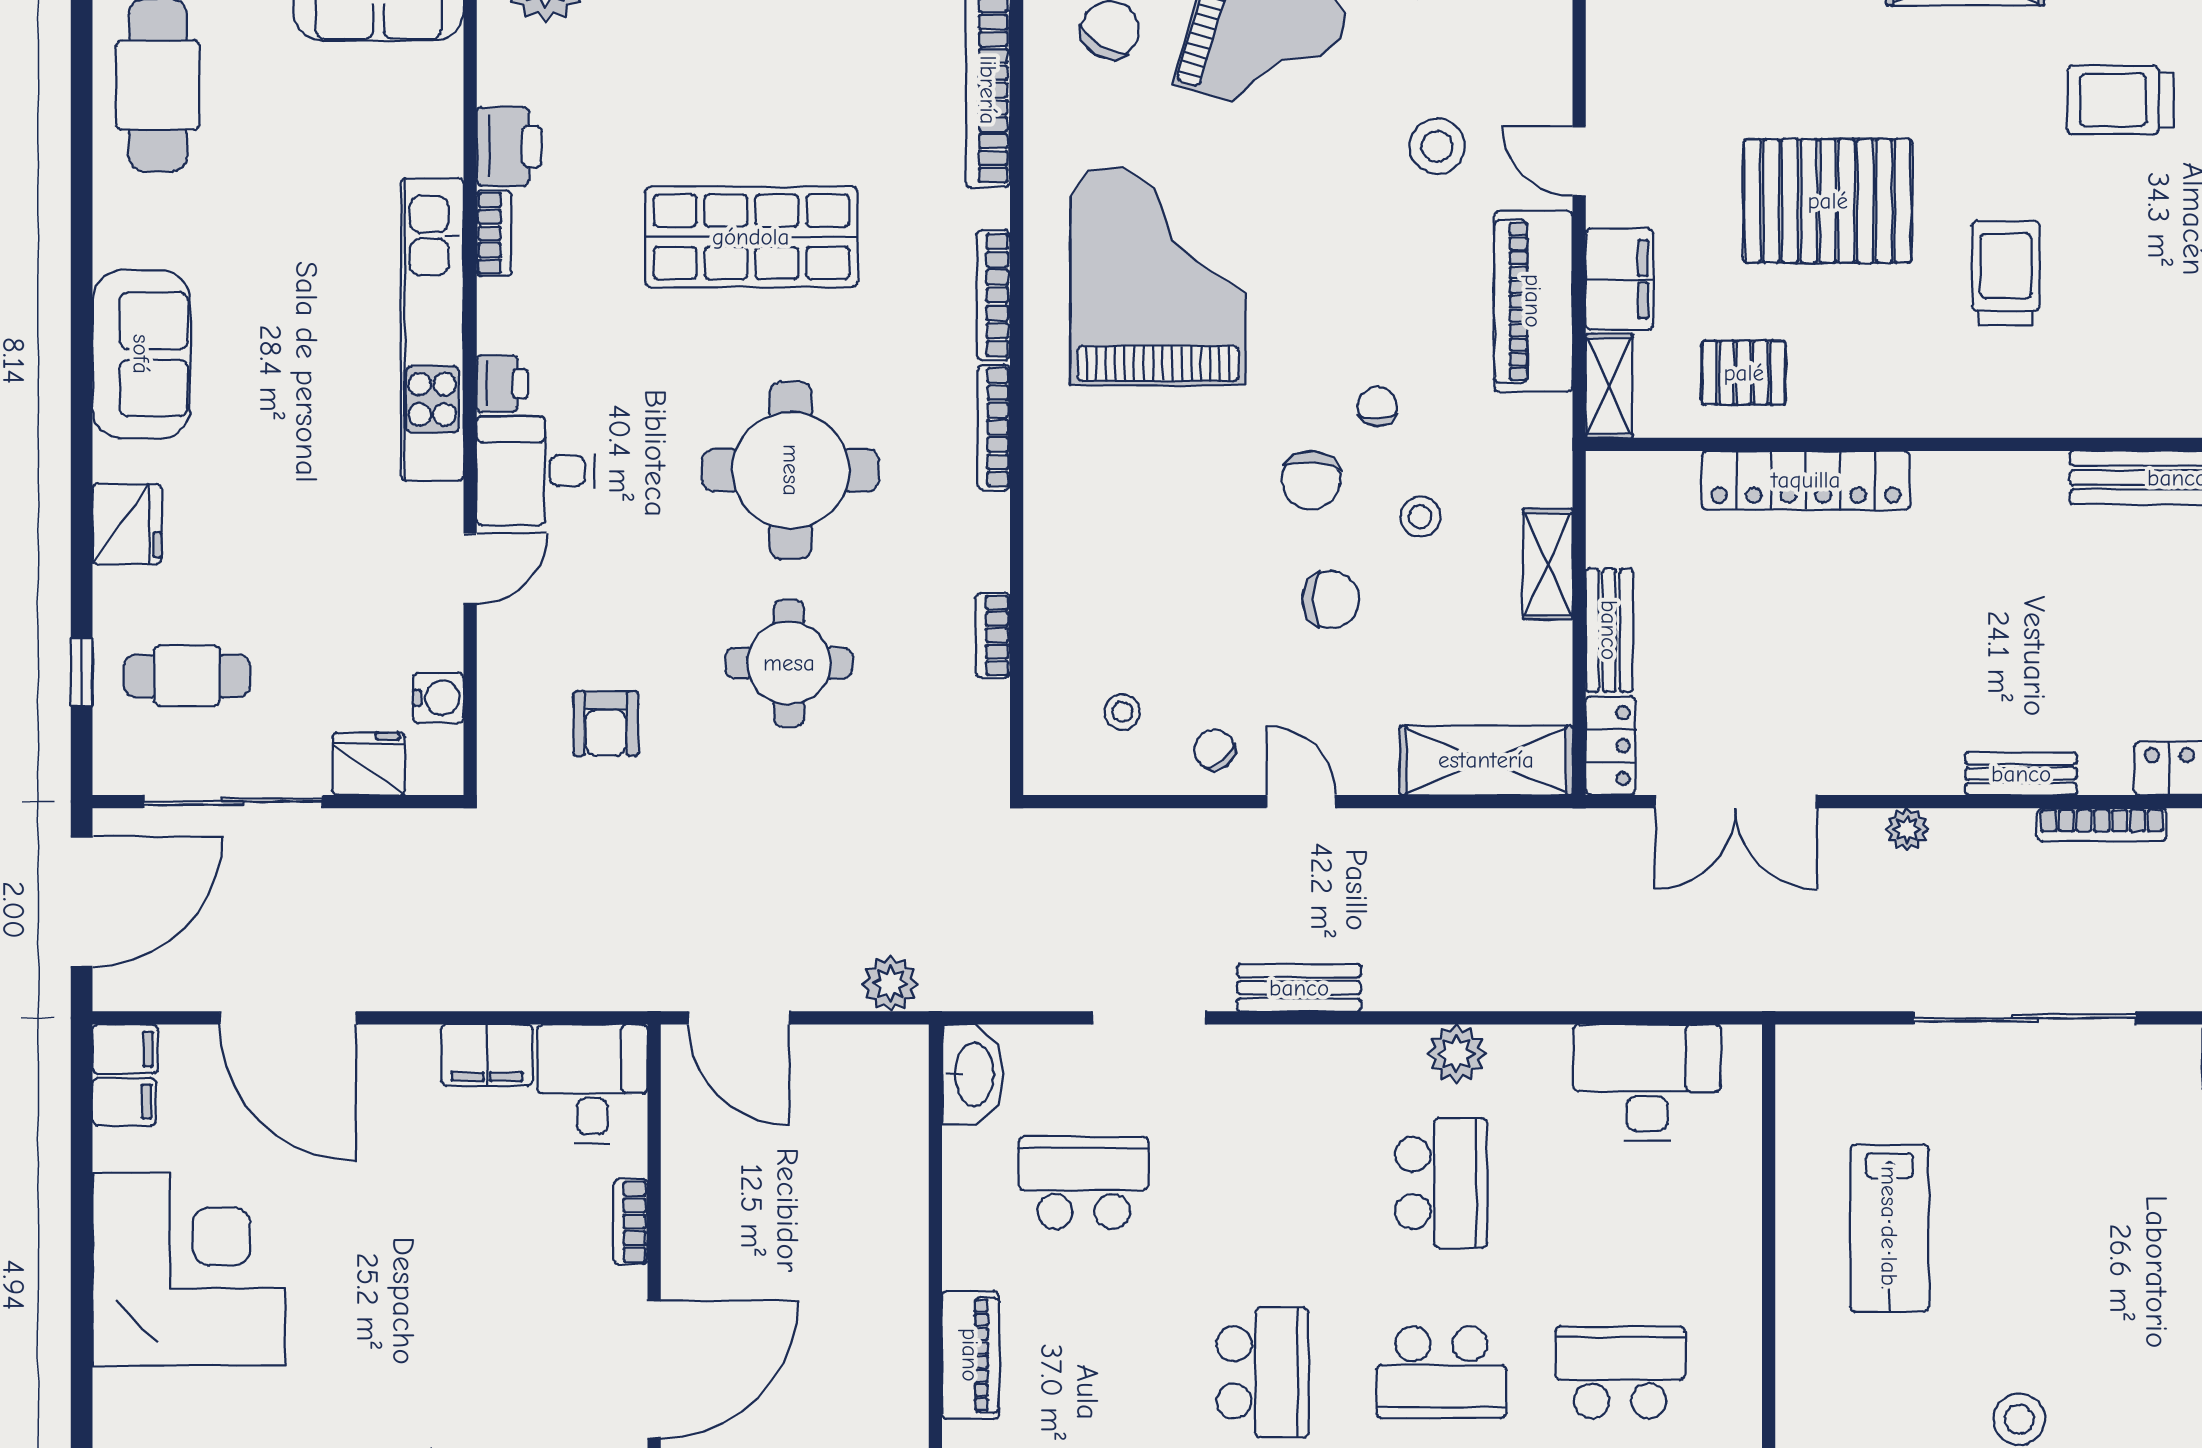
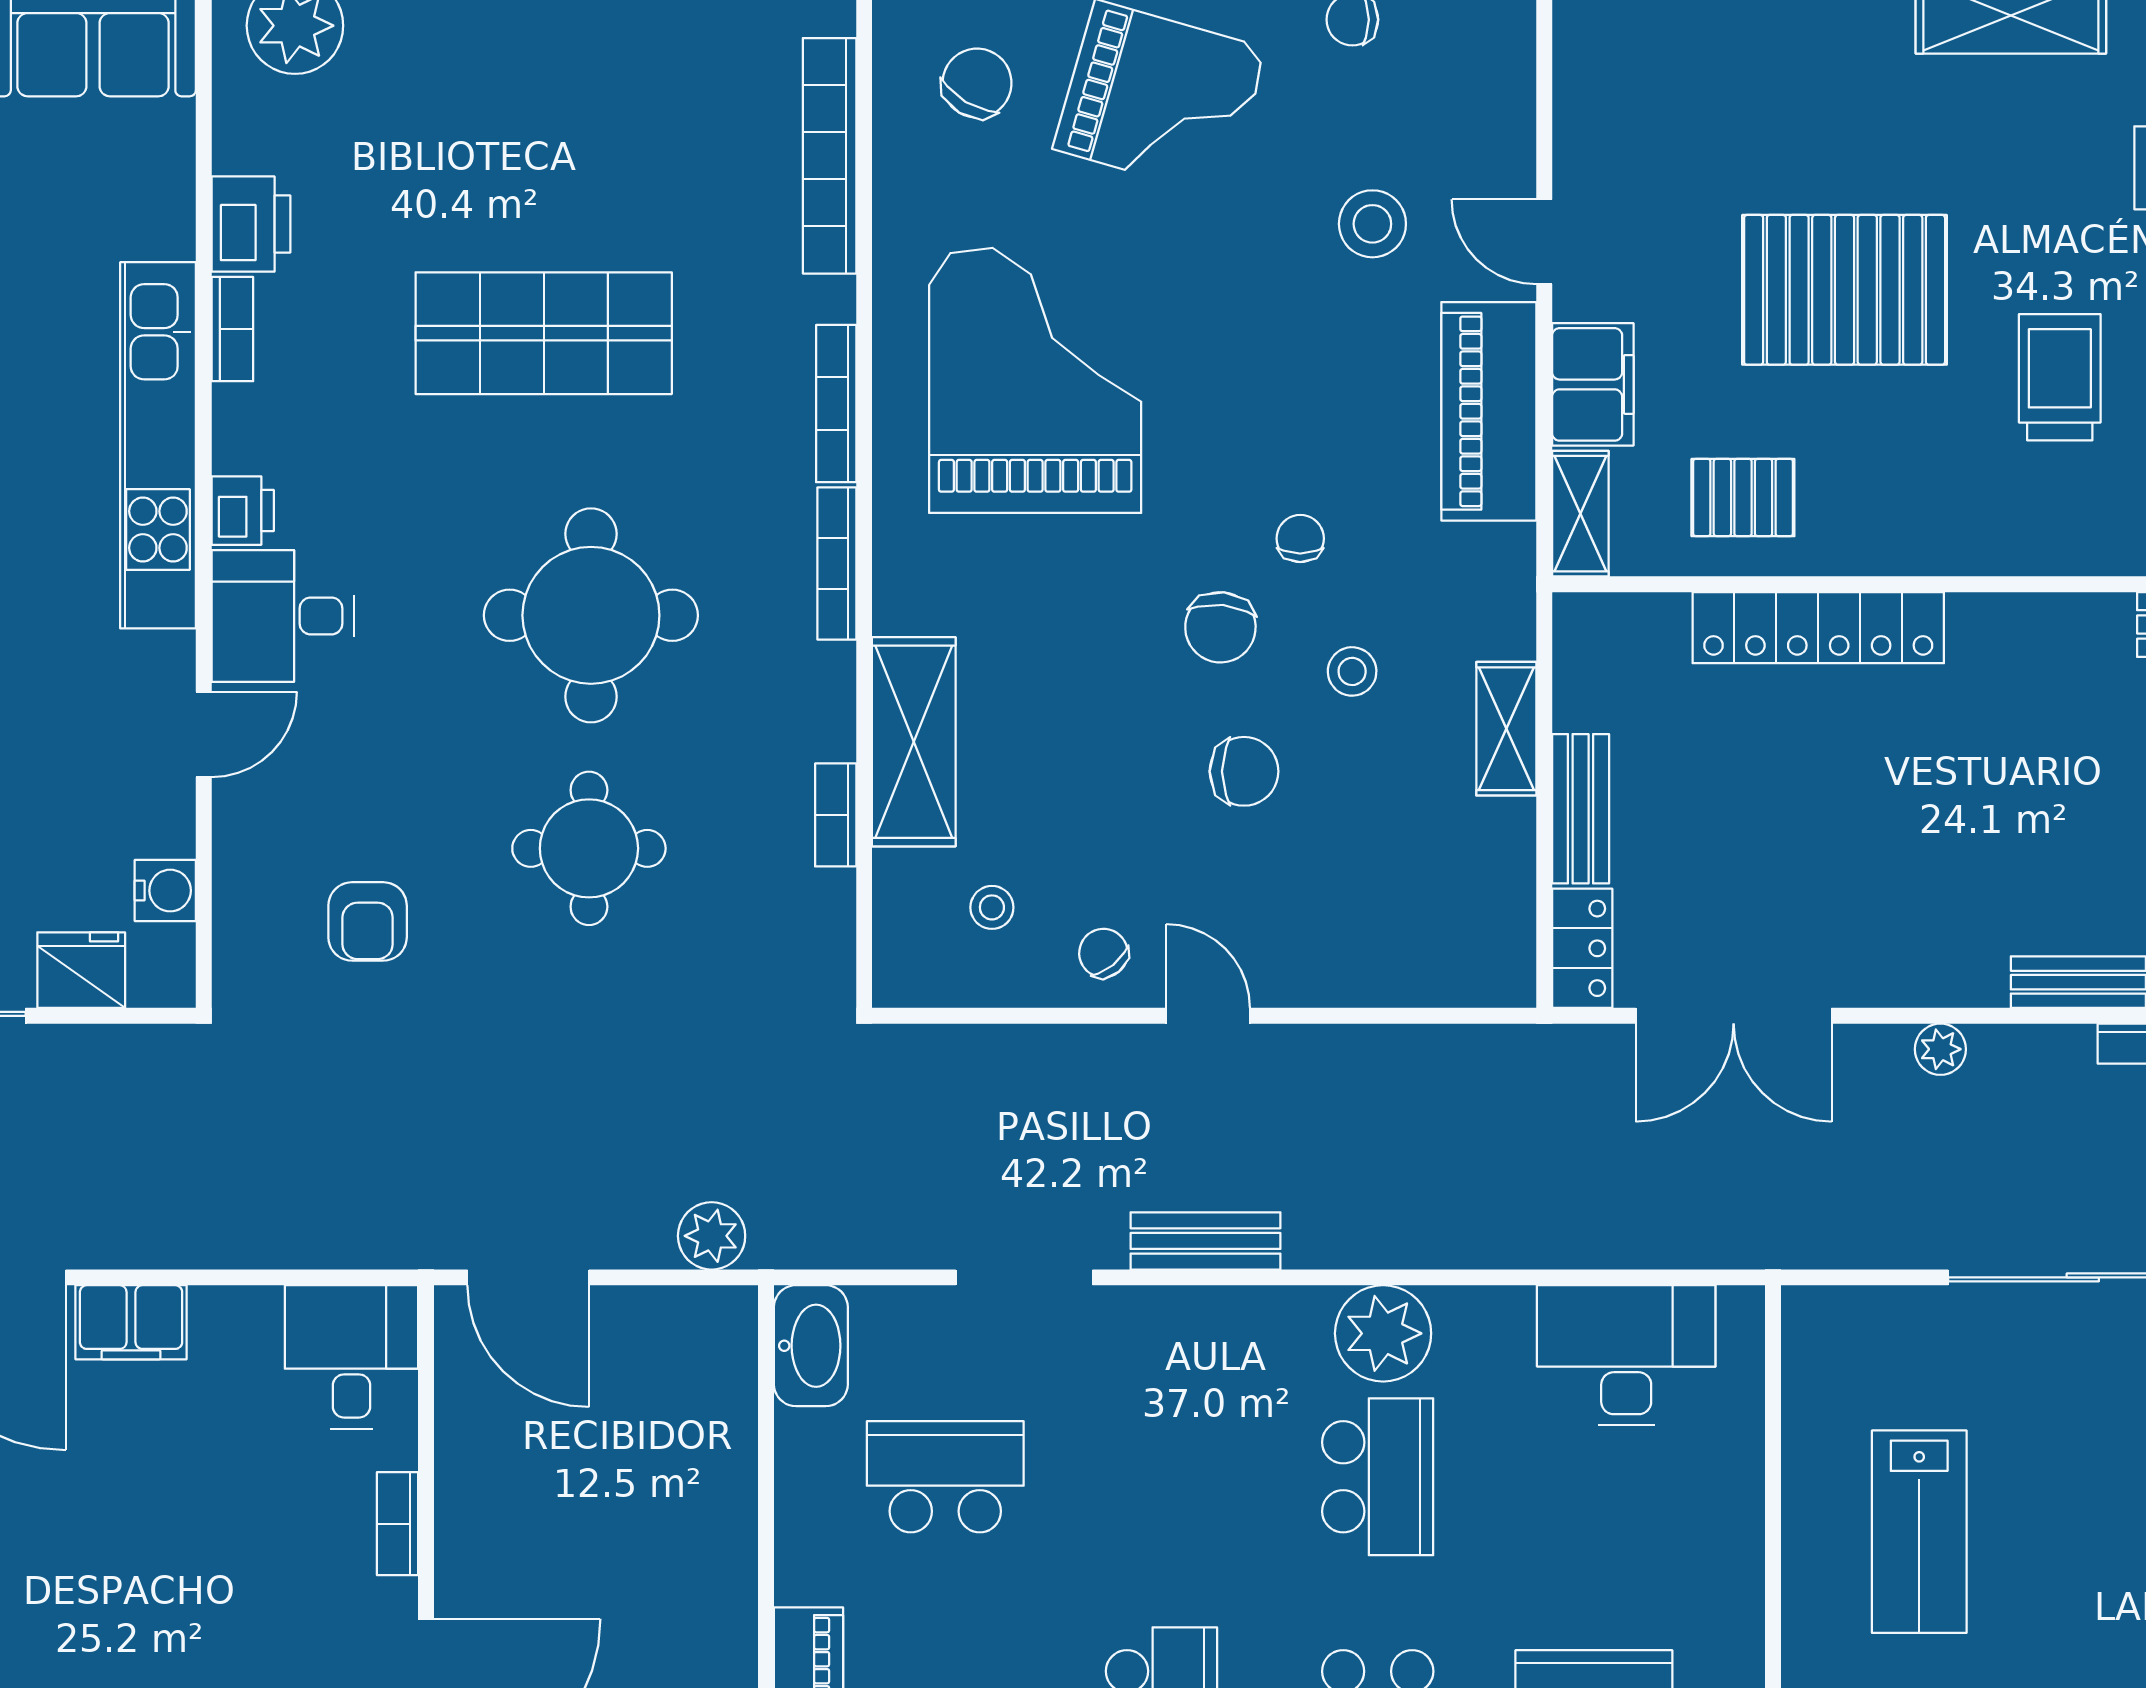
shelving: (1486, 760) -> (914, 742), moved, turned 90
plant: (1457, 1054) -> (1383, 1333), width x1.36, depth x1.36
filing cabinet: (487, 1055) -> (131, 1322), moved

